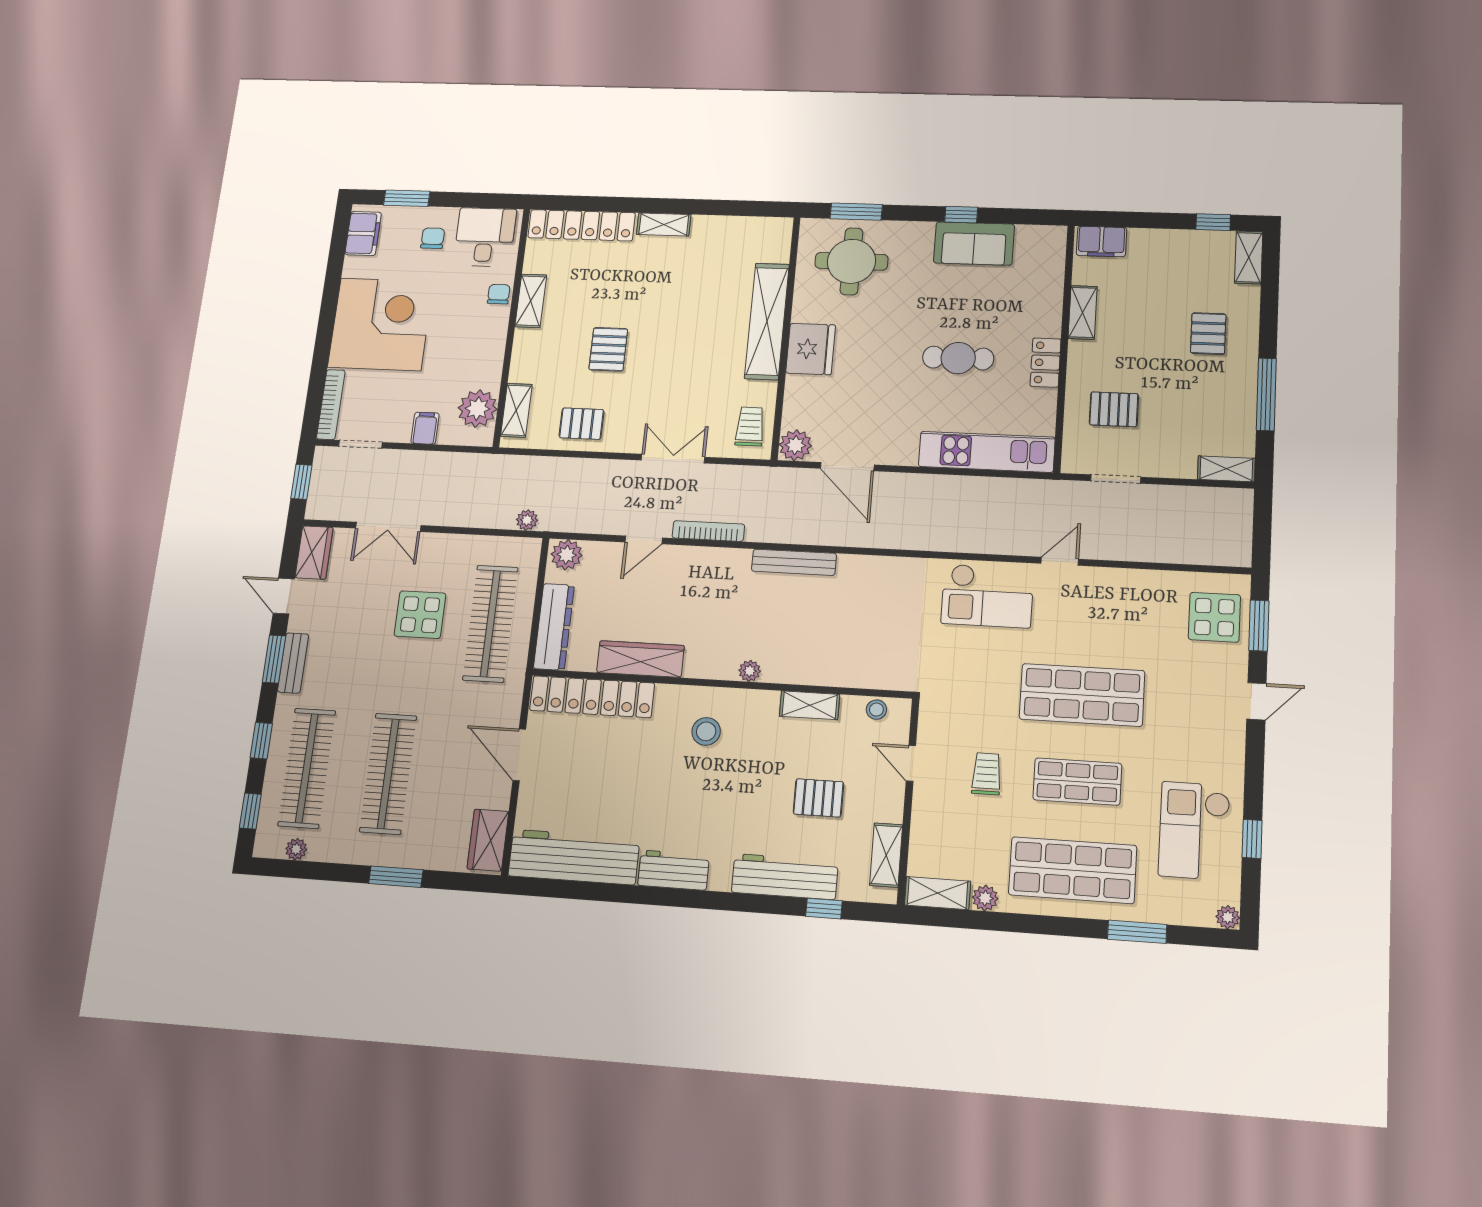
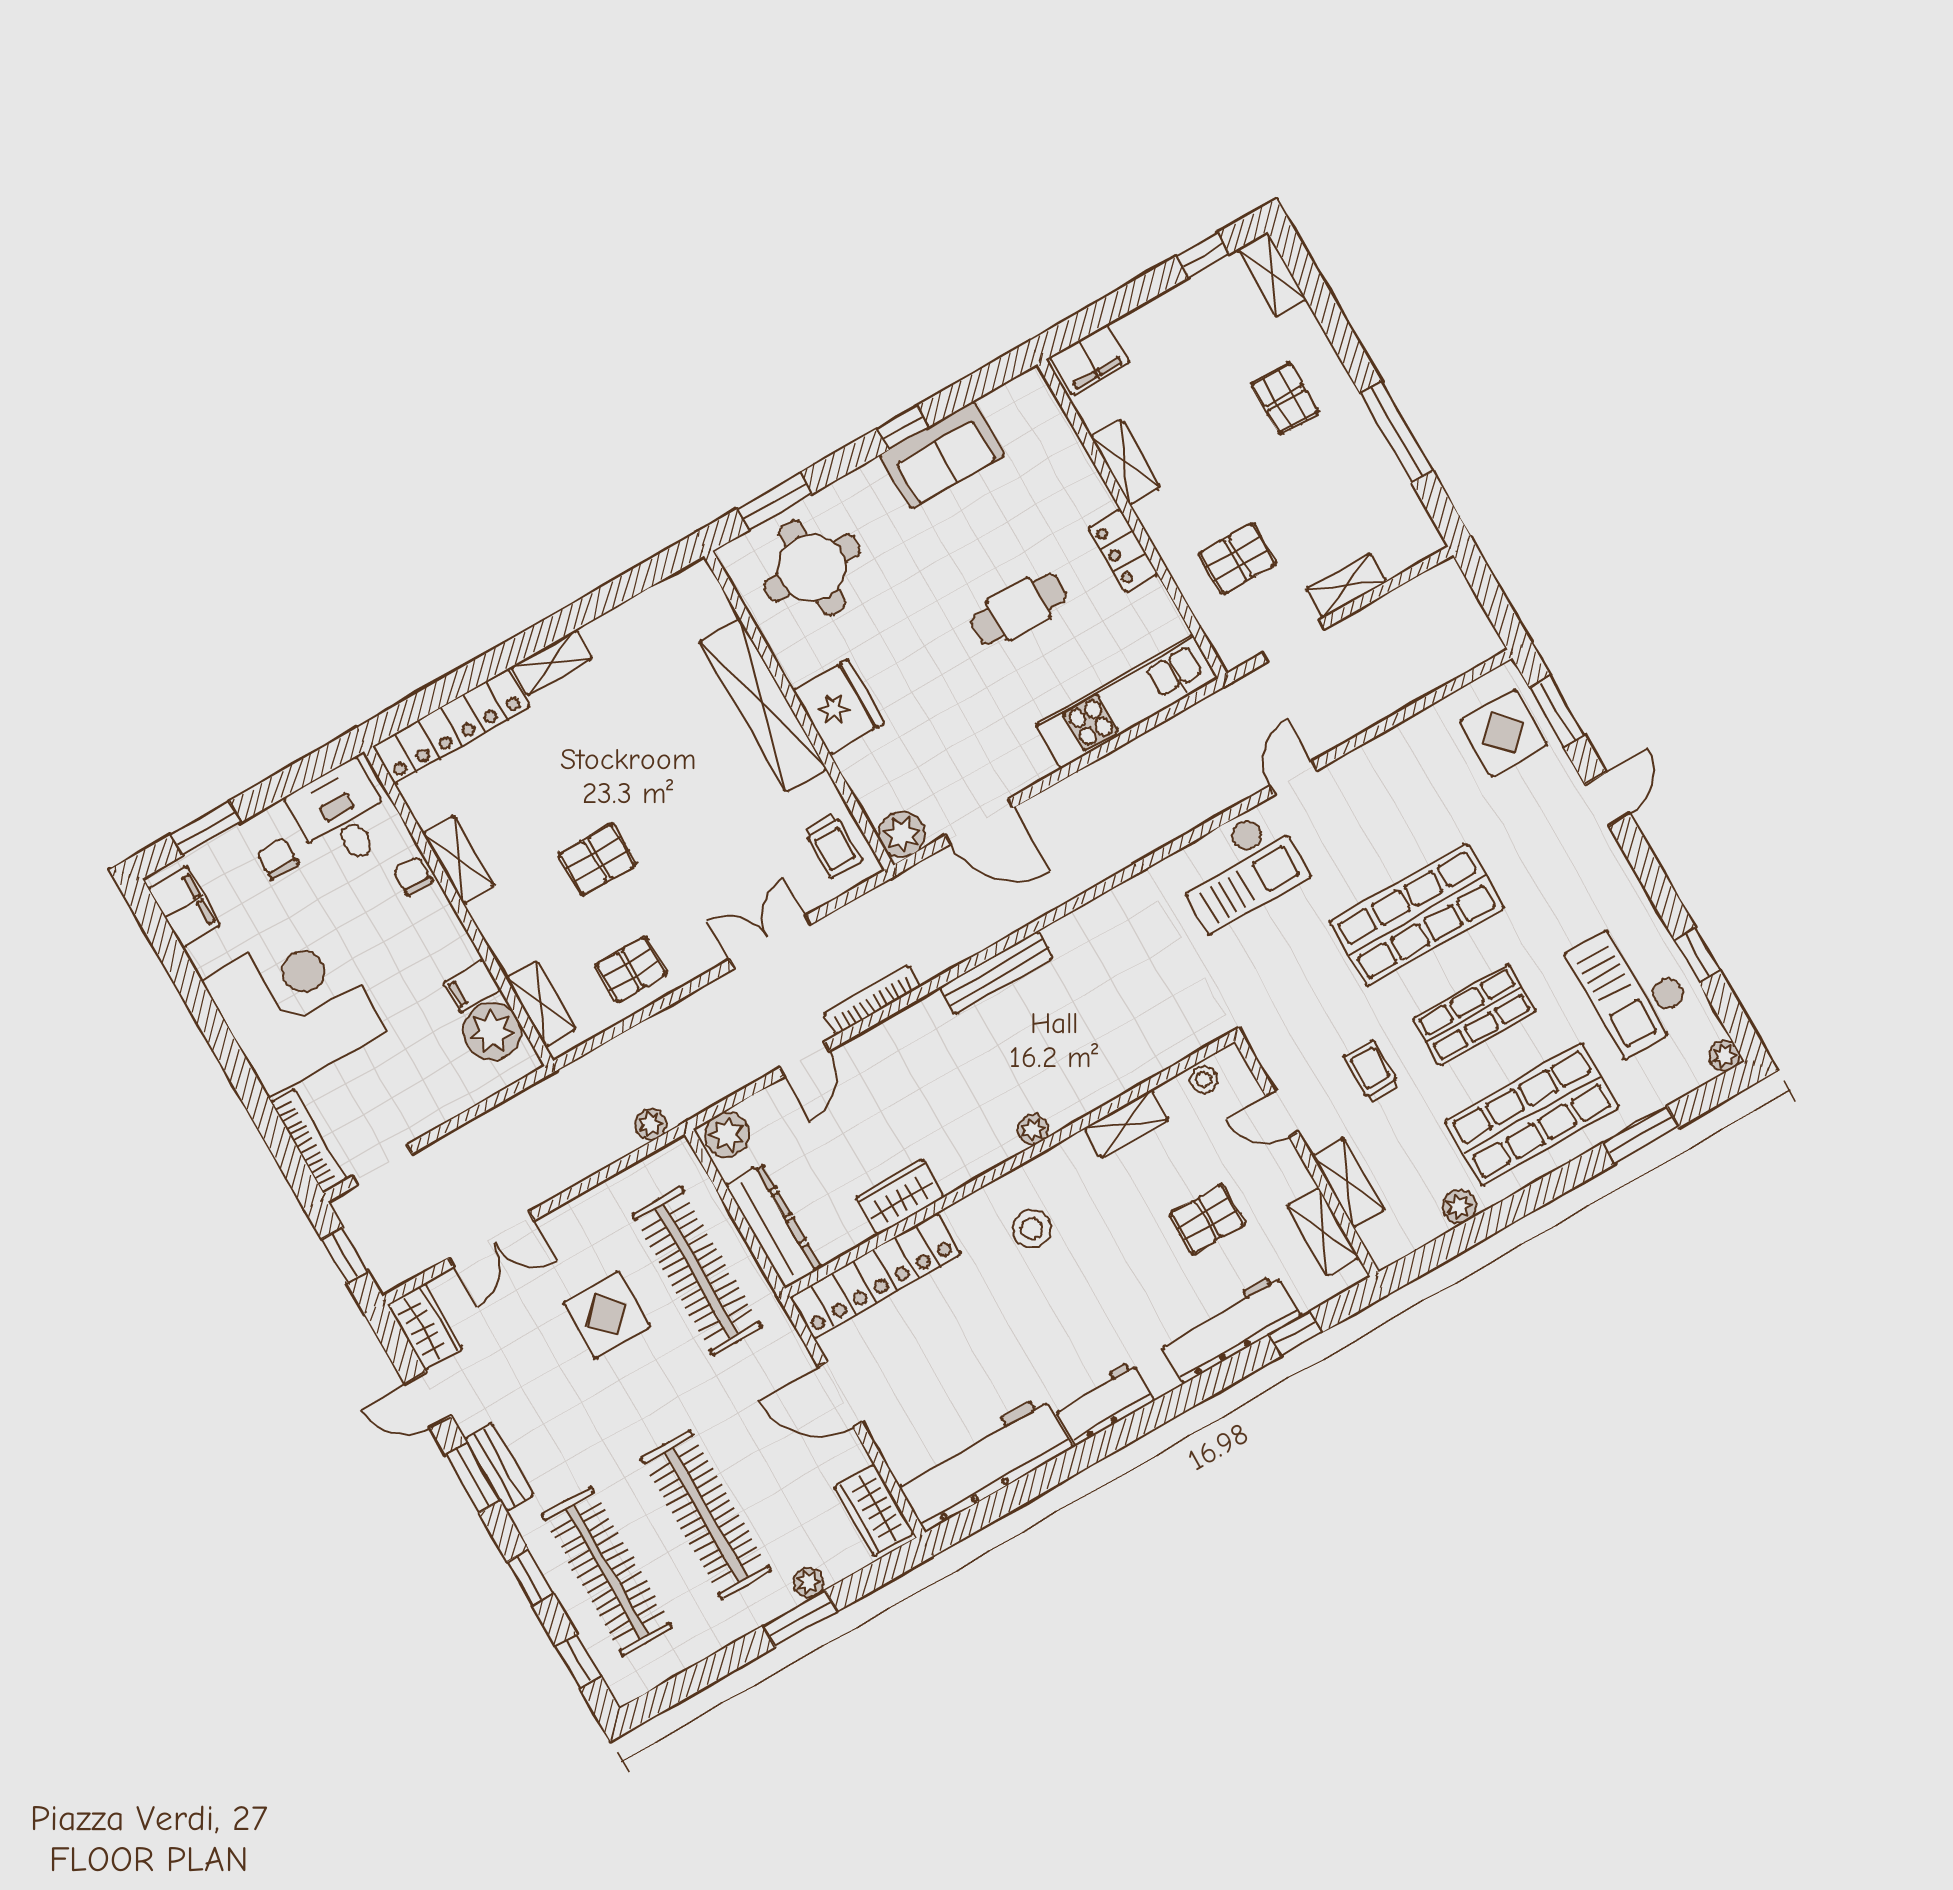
pallet: (608, 349) -> (597, 860), turned 90
trolley: (750, 426) -> (833, 846), turned 180
filing cabinet: (425, 428) -> (472, 986), moved, turned -90
shelving: (1226, 469) -> (1346, 586), moved
wardrobe: (640, 659) -> (900, 1197), width x0.67
plant: (296, 849) -> (809, 1583), moved
shelving: (938, 893) -> (1348, 1183), moved, turned 90

